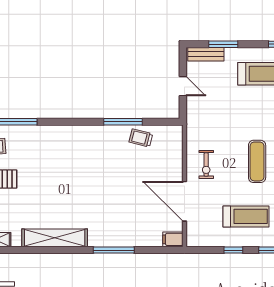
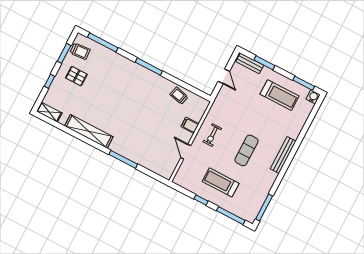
window: (123, 122) -> (149, 67), moved
door: (184, 201) -> (186, 152), width x0.53
treadmill: (246, 216) -> (221, 182), turned 180
filing cabinet: (173, 239) -> (190, 125), moved

